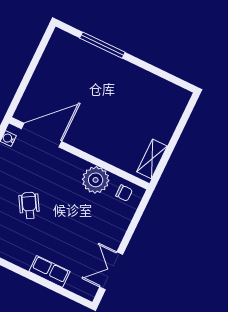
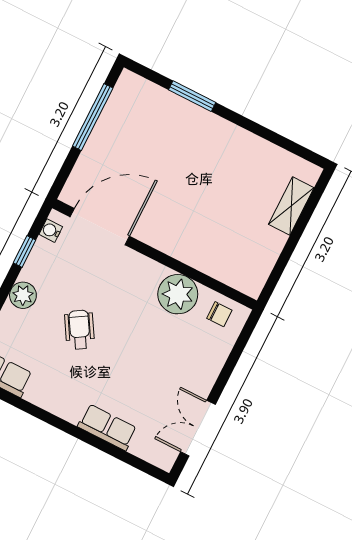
window: (102, 45) -> (192, 96), width x0.69
window: (35, 61) -> (93, 117), added
shelving: (152, 159) -> (291, 206), moved

